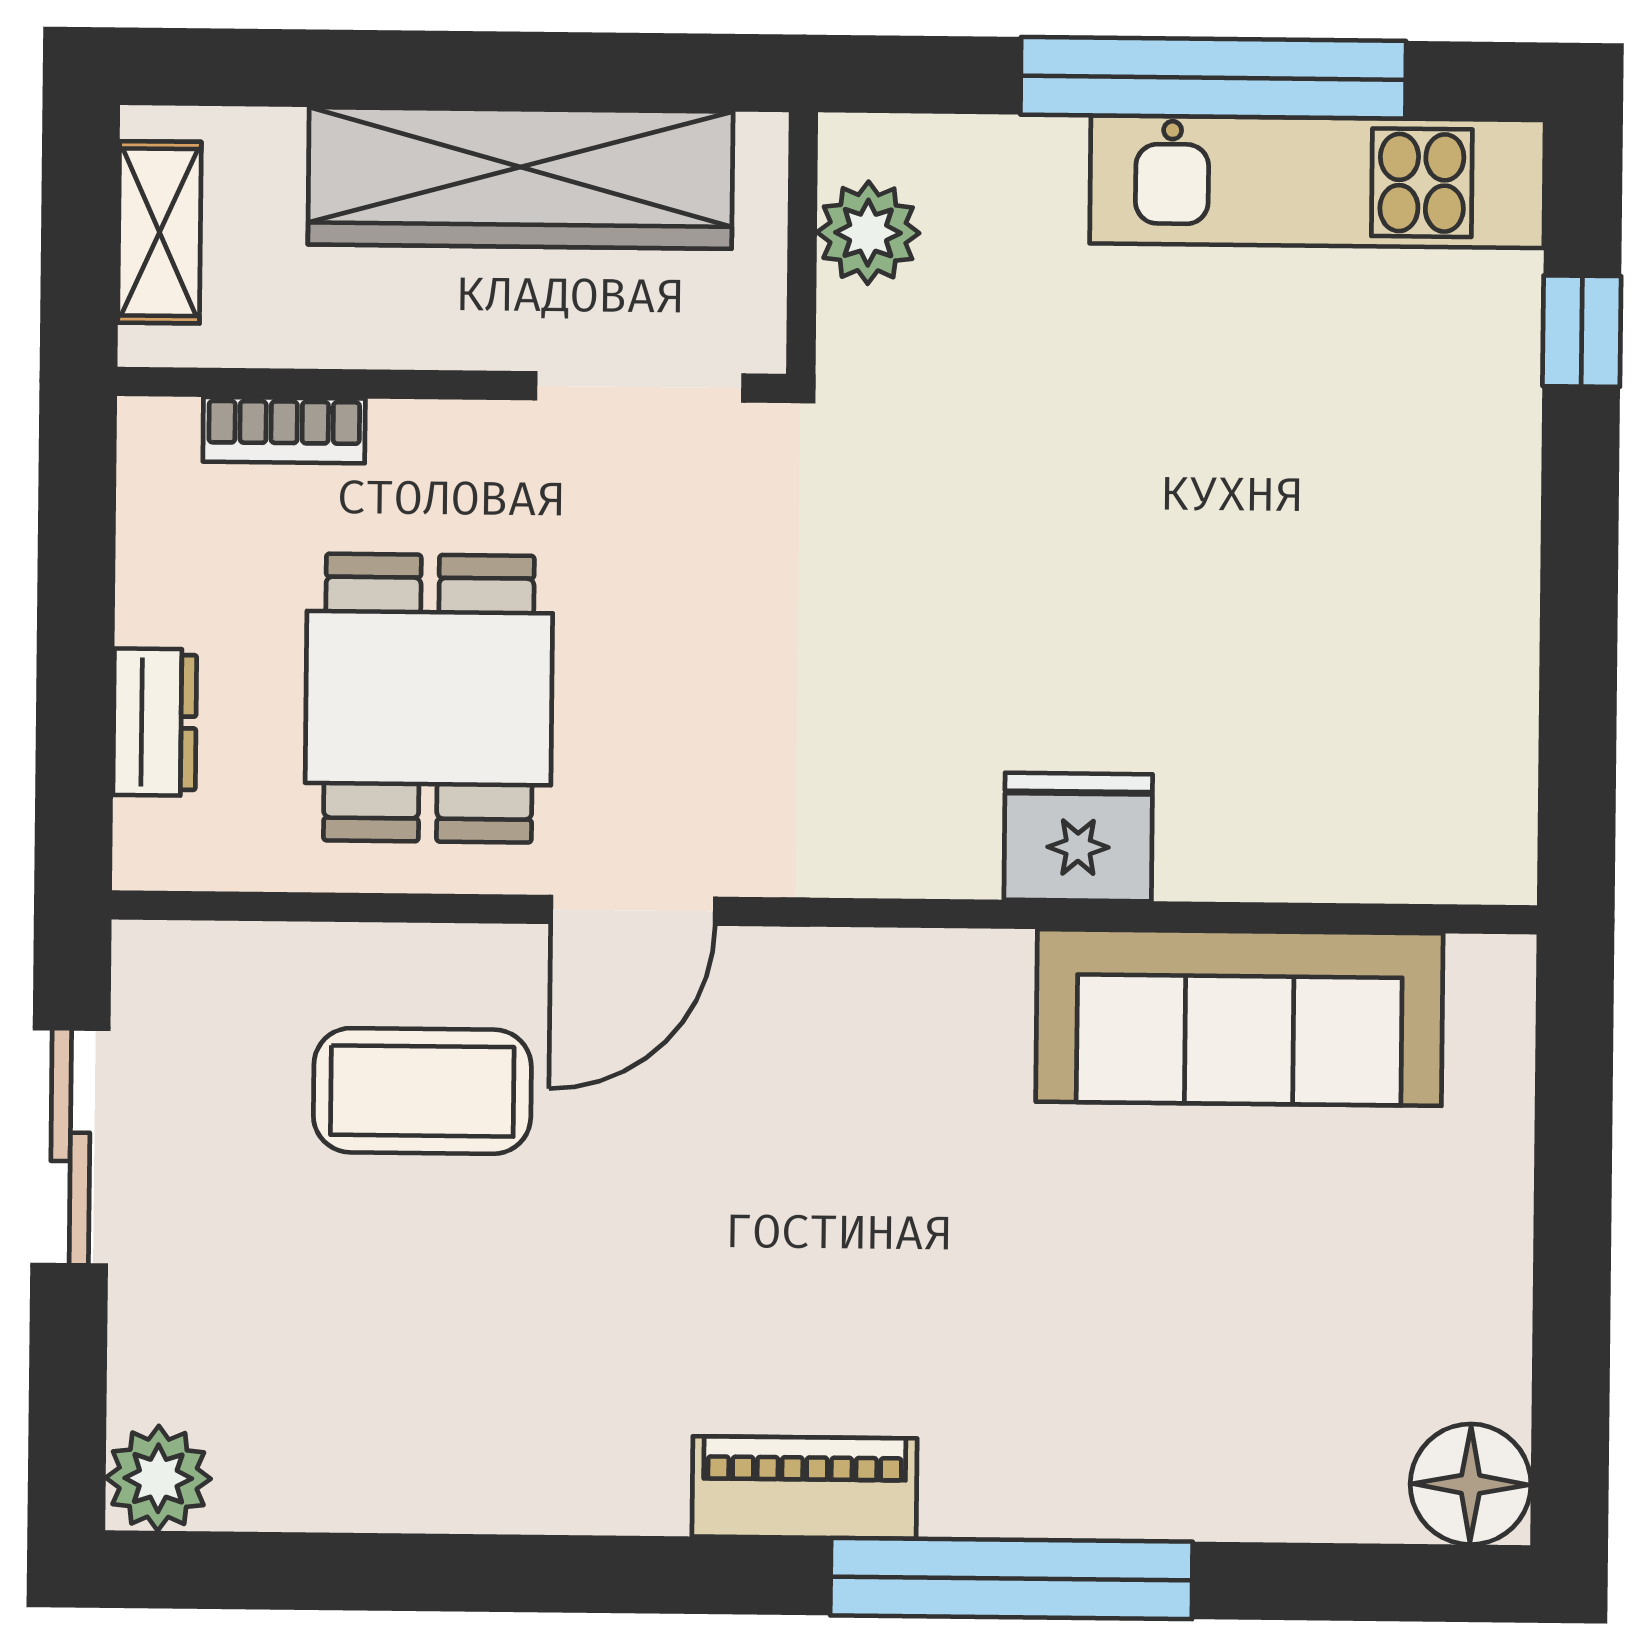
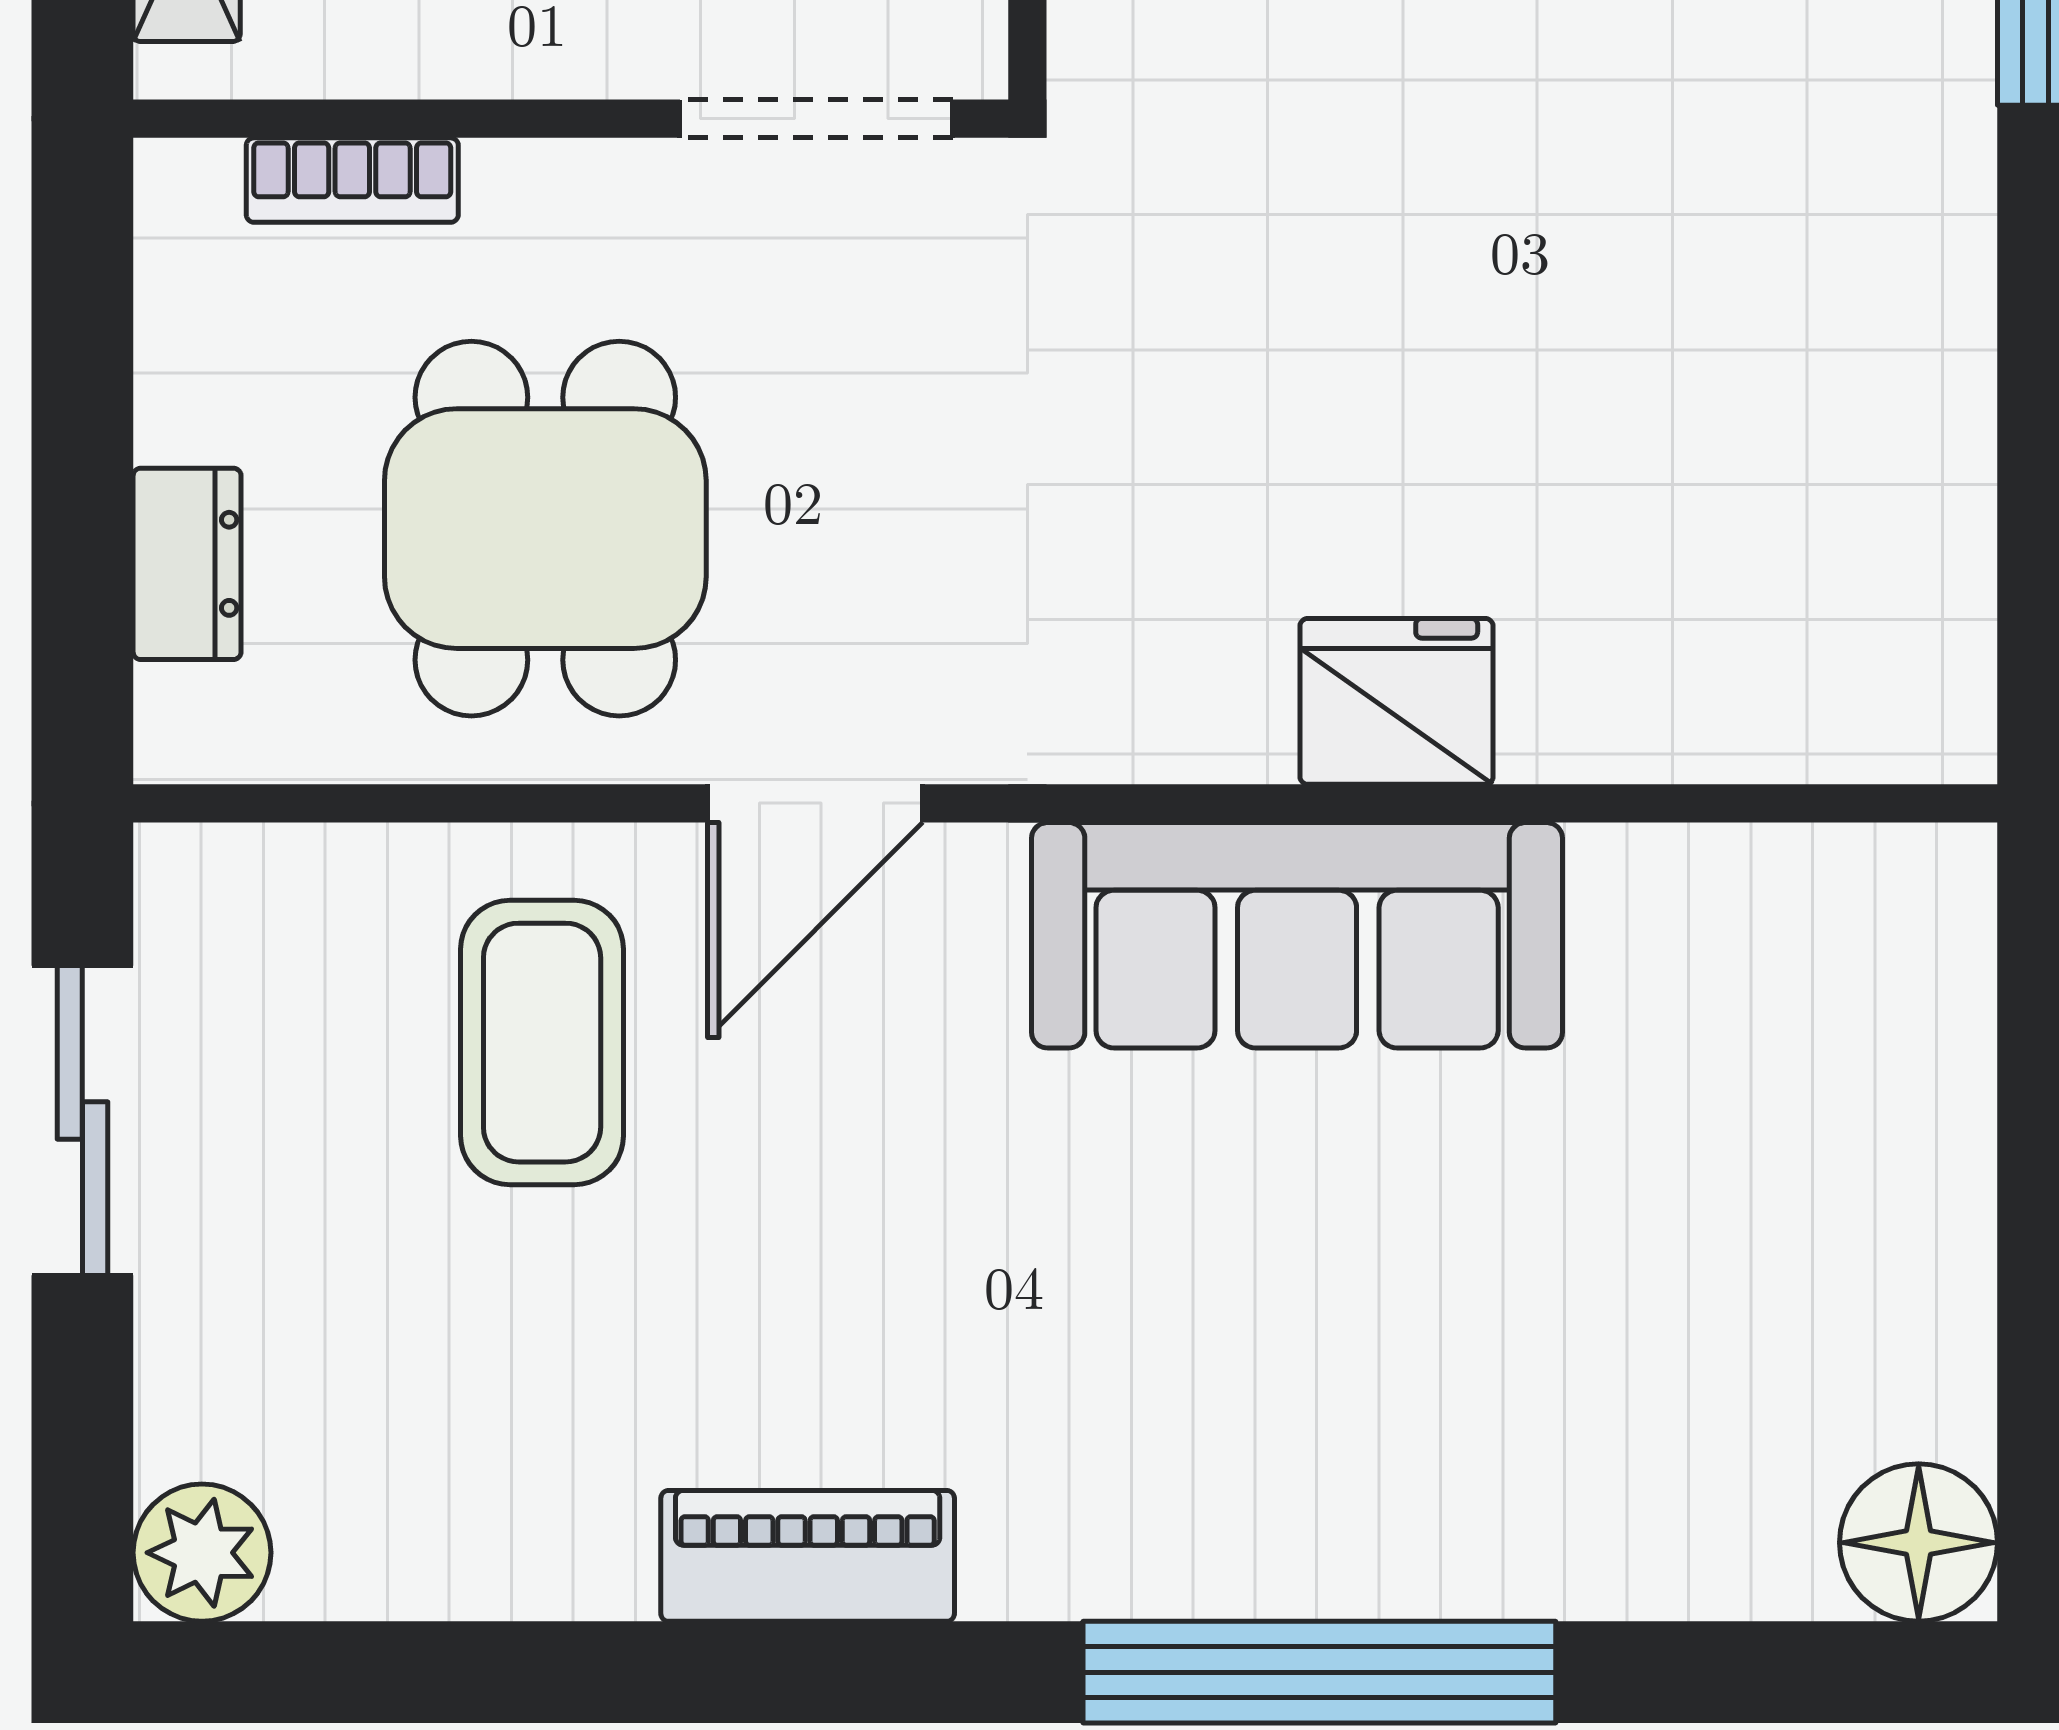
sofa: (1239, 1018) -> (1297, 935), moved
coffee table: (422, 1091) -> (542, 1043), turned 90
piano: (804, 1487) -> (808, 1556), moved

